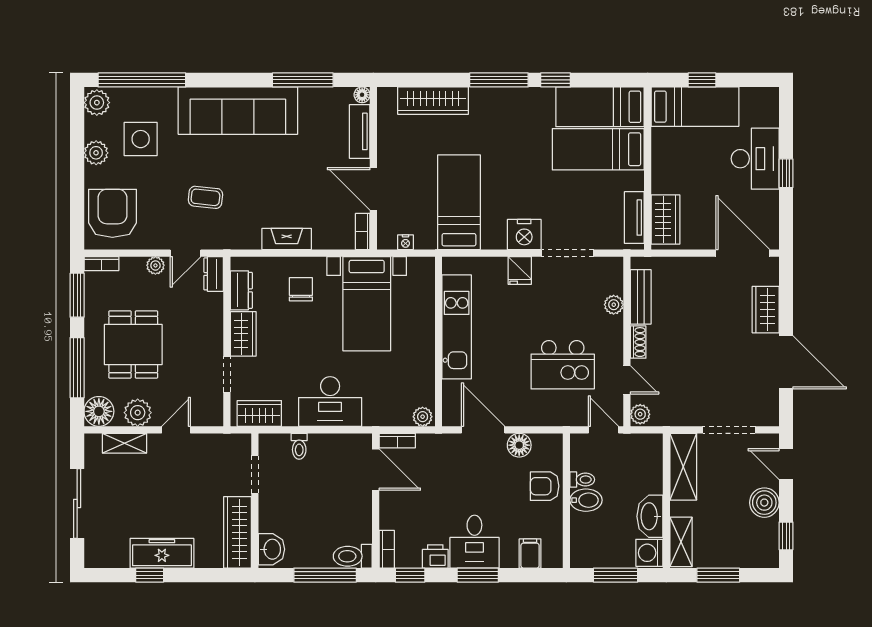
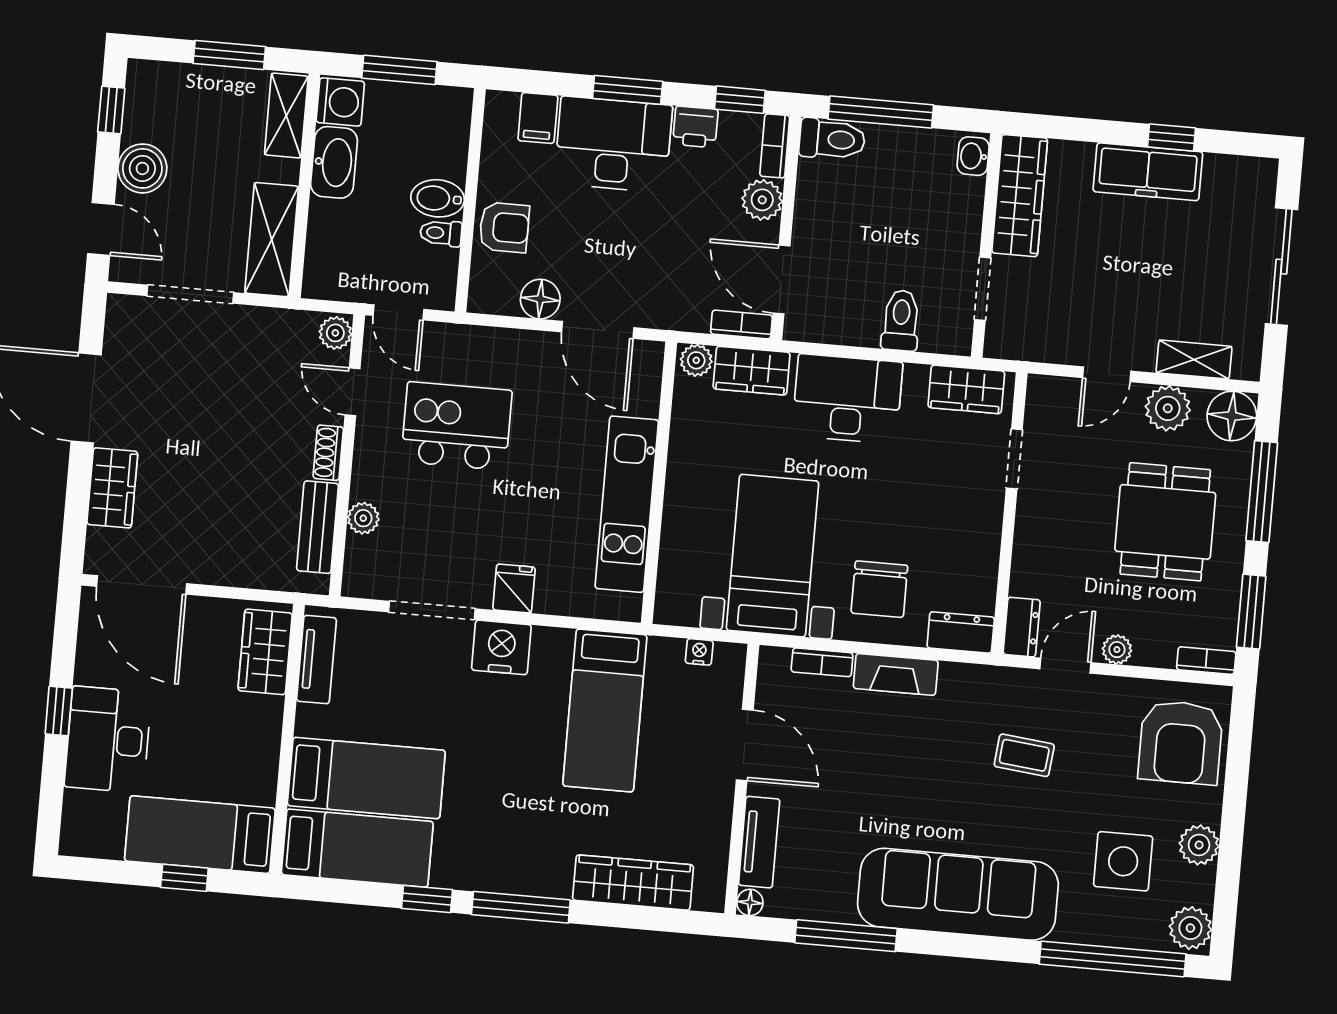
bookcase: (363, 232) -> (822, 662), moved, turned 90
chair: (301, 289) -> (879, 589), width x1.37, depth x1.37
dresser: (241, 290) -> (961, 632), moved, turned 90
wardrobe: (243, 334) -> (752, 371), moved, turned -90
toilet: (299, 446) -> (901, 320), width x1.37, depth x1.39
plant: (391, 516) -> (762, 200), added
desk: (474, 542) -> (613, 144), width x1.37
washbasin: (272, 549) -> (973, 156), width x0.72, depth x0.69

